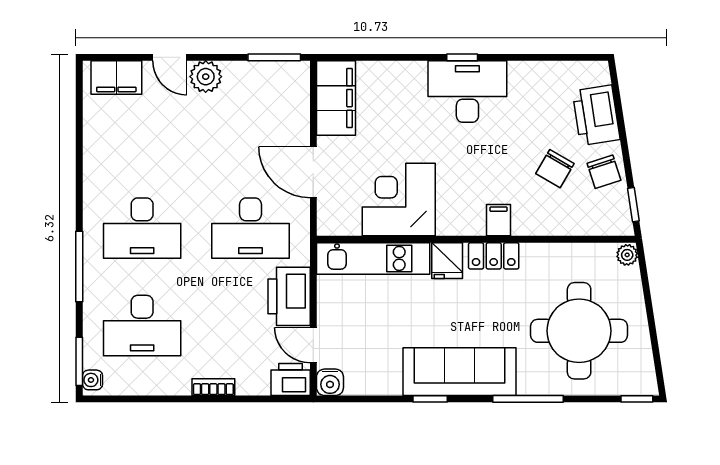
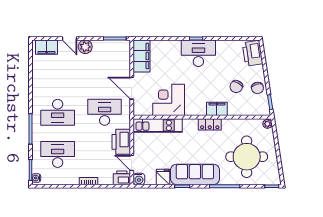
printer: (596, 115) -> (252, 53), moved
filing cabinet: (499, 220) -> (217, 109), width x2.00
desk: (251, 228) -> (105, 112), turned 180
fridge: (447, 261) -> (163, 177), moved, turned 180
desk: (142, 326) -> (58, 154), turned 180

